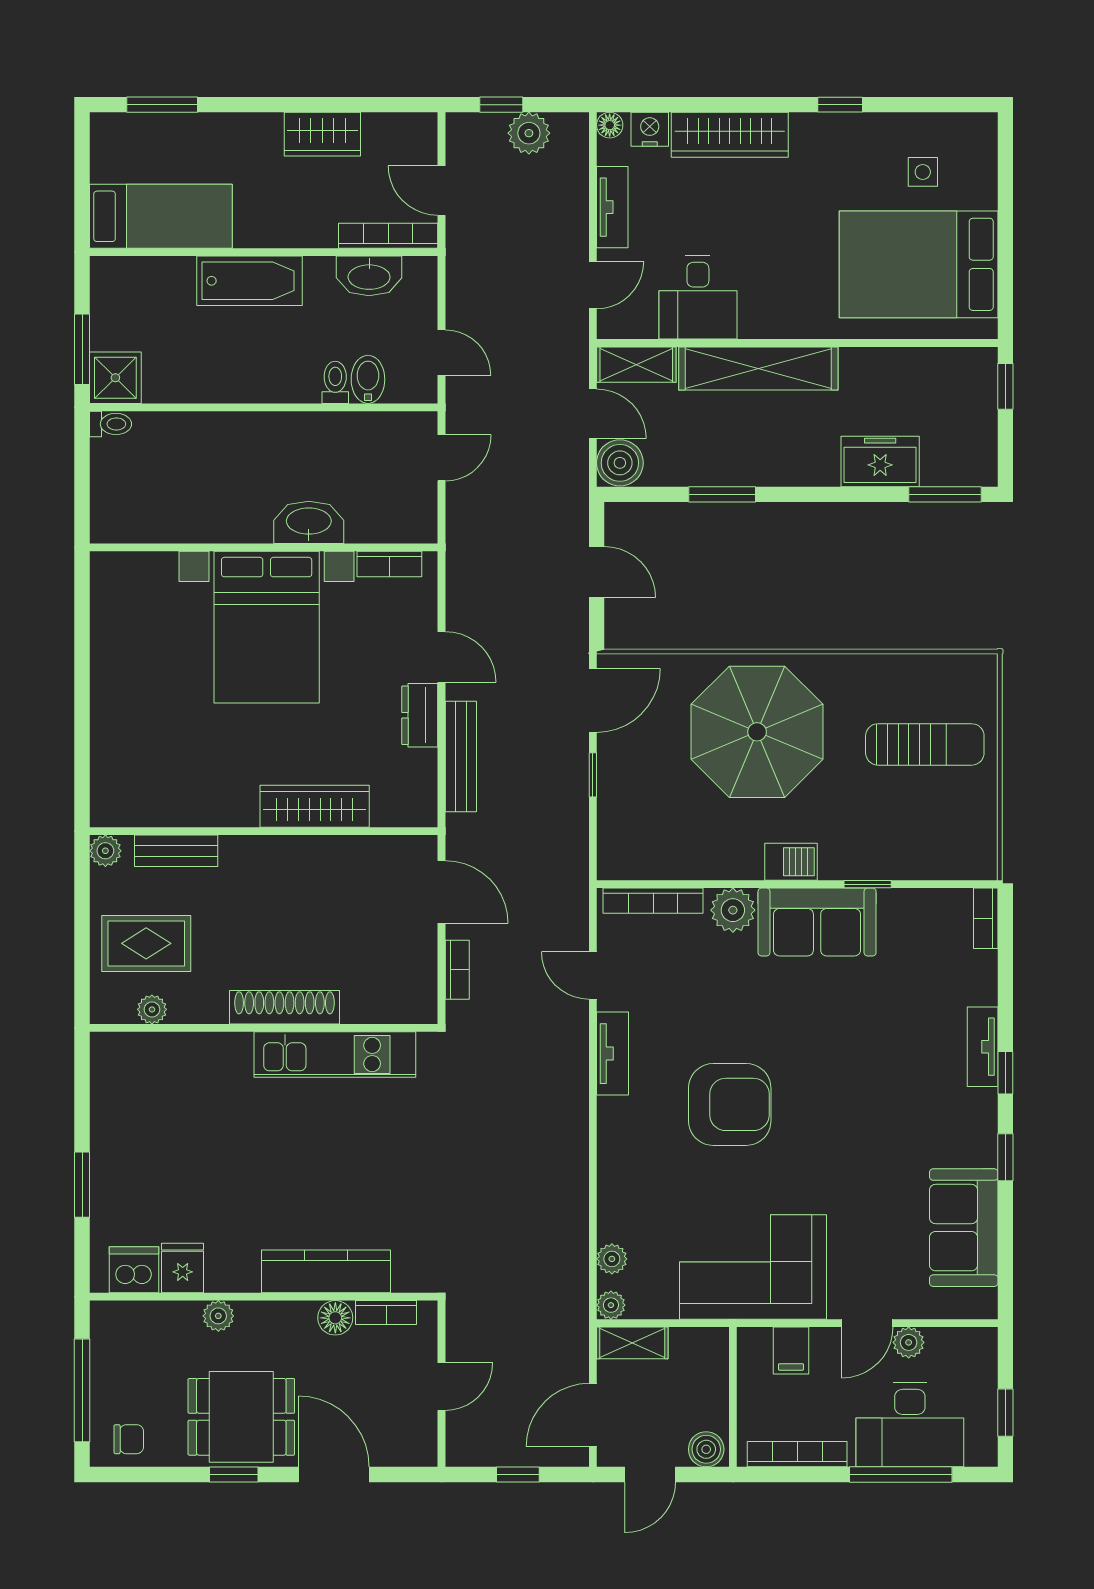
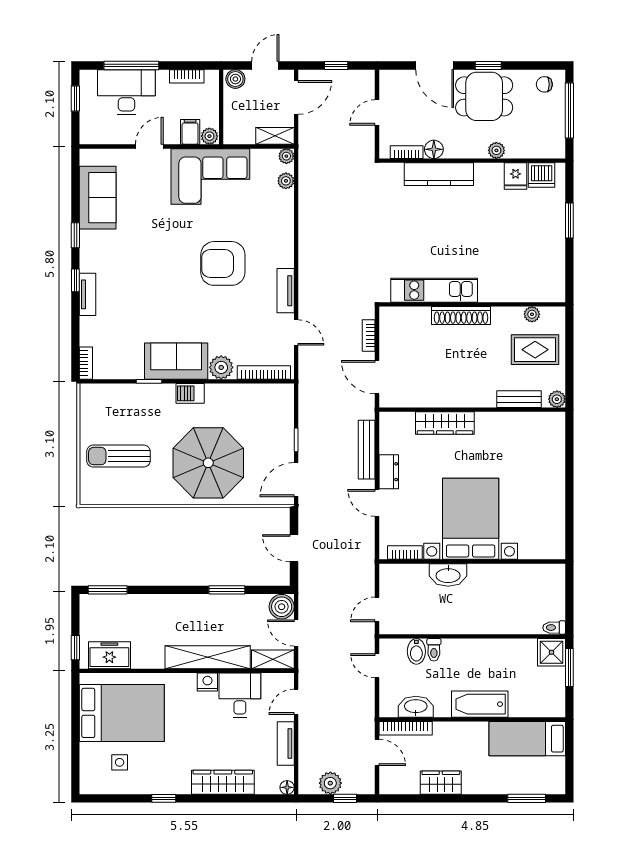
nightstand: (650, 129) -> (207, 682), moved, turned 180
freezer: (880, 461) -> (109, 655), moved, turned 180
plant: (909, 1342) -> (209, 136), moved
bookcase: (797, 1454) -> (187, 76), width x0.64

